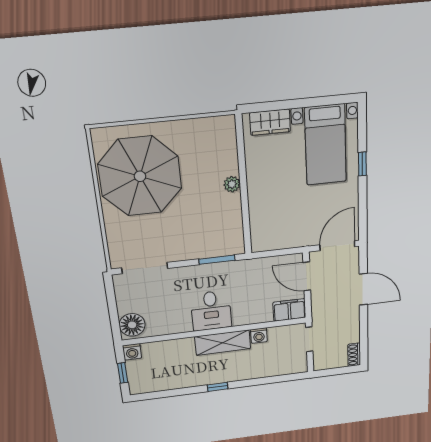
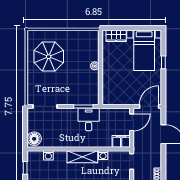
parasol: (140, 176) -> (49, 57), width x0.73, depth x0.73
door: (307, 276) -> (132, 122), swing flipped
desk: (211, 311) -> (89, 119), moved, turned 180
washing machine: (132, 352) -> (48, 155), moved

